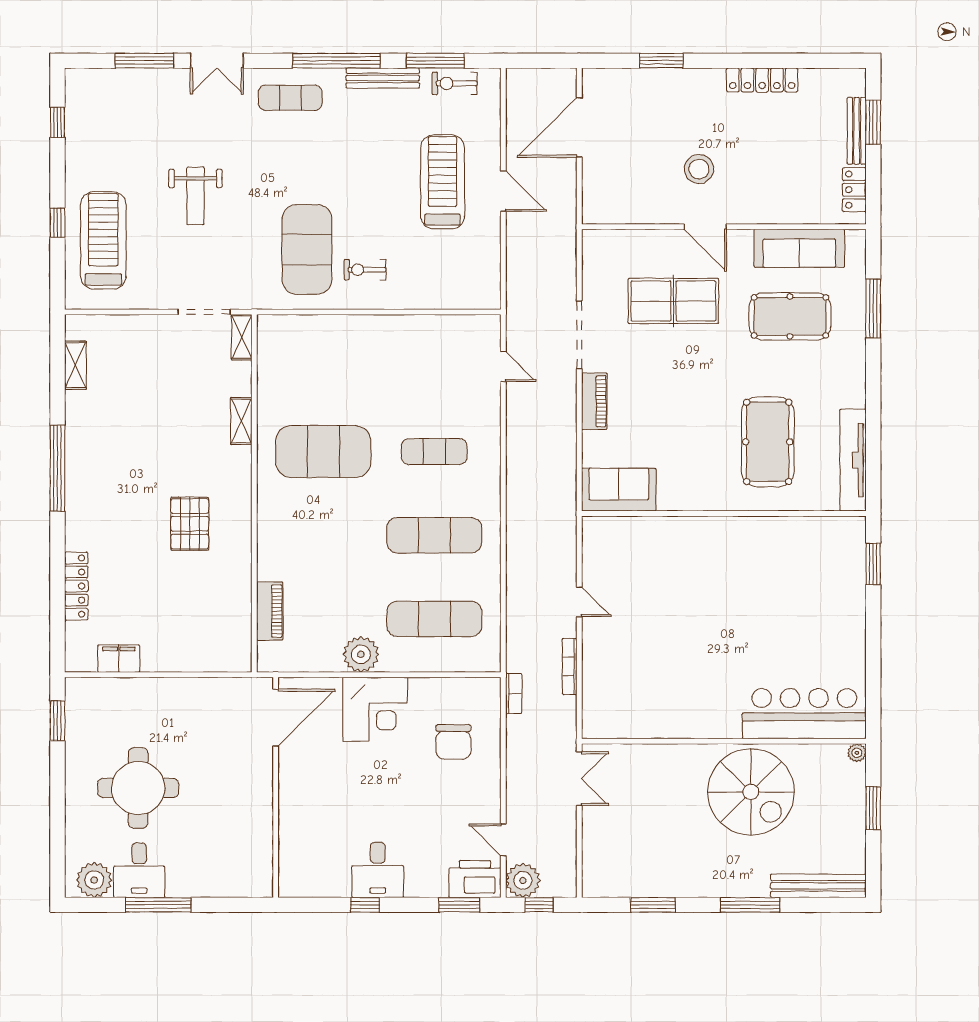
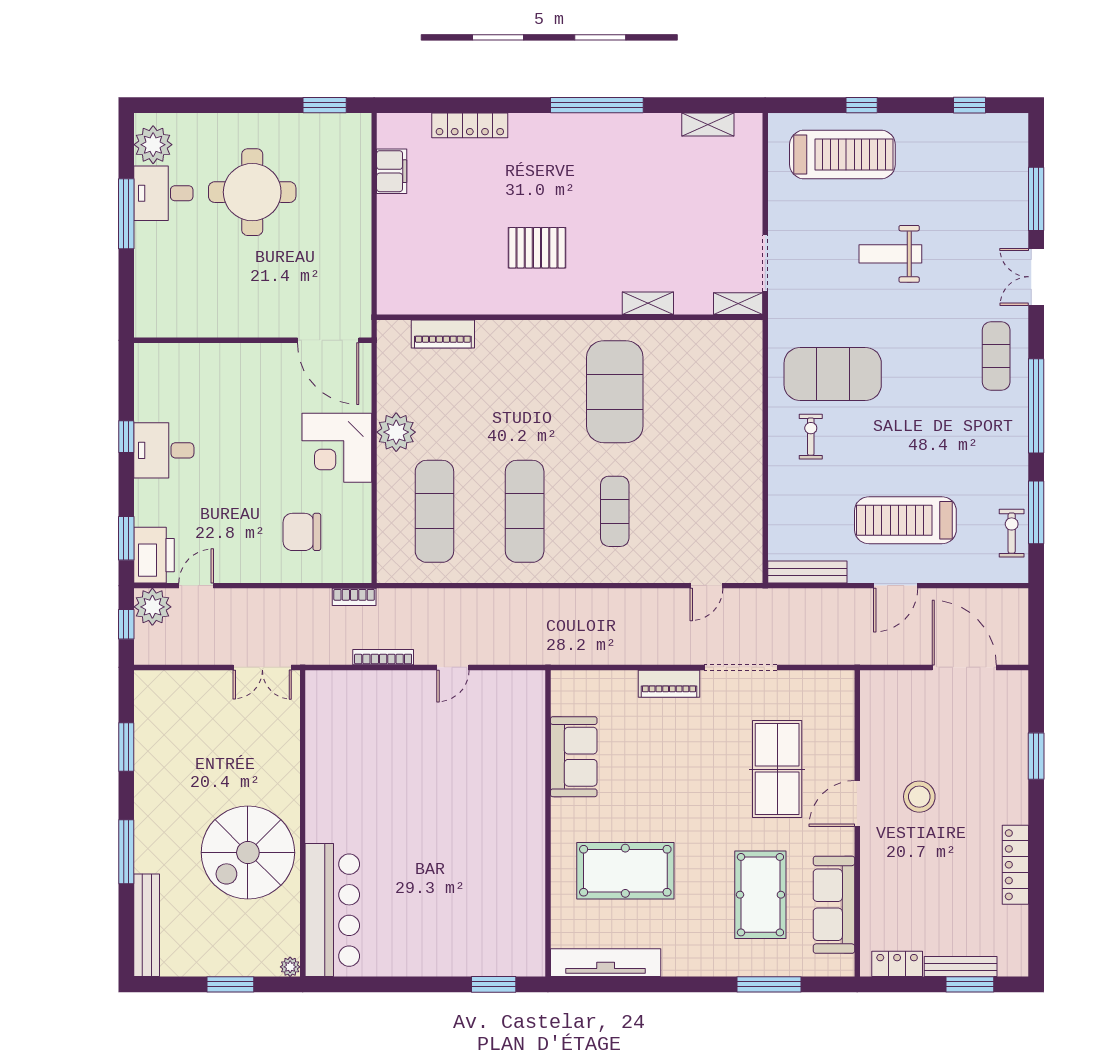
bench: (383, 78) -> (807, 572), moved, turned 90
treadmill: (443, 182) -> (905, 520), turned 180
sofa: (619, 490) -> (574, 757), moved

